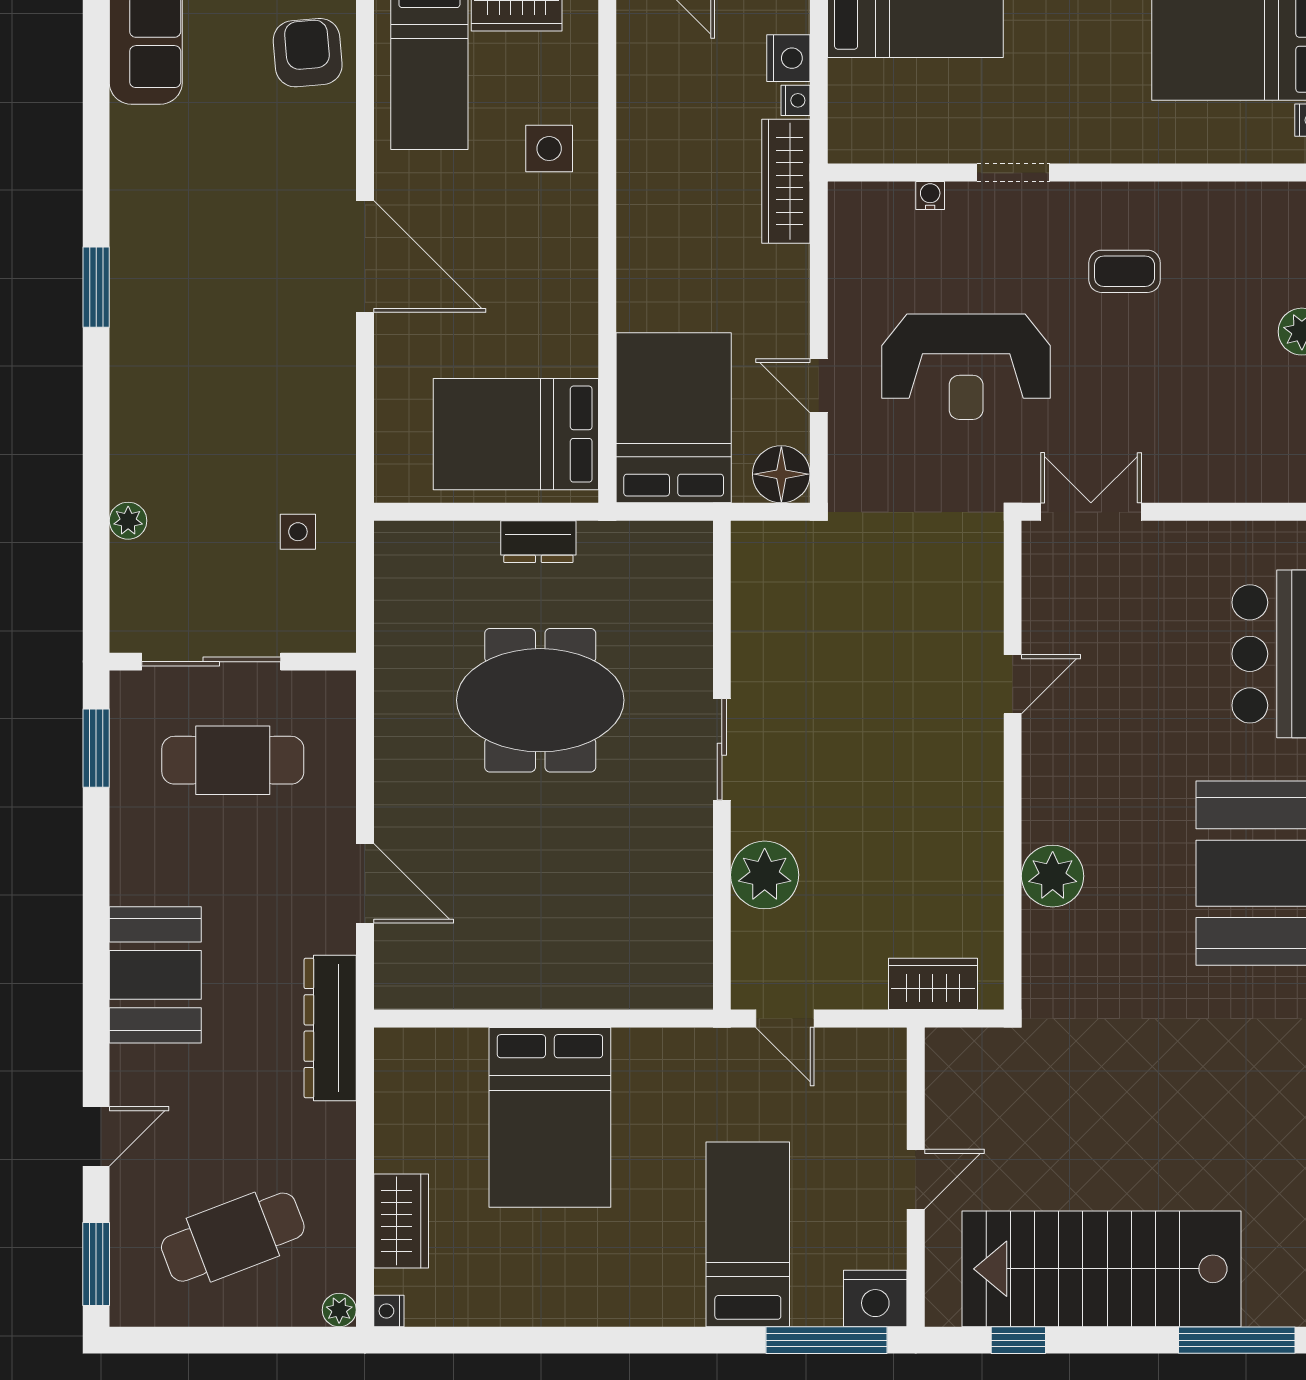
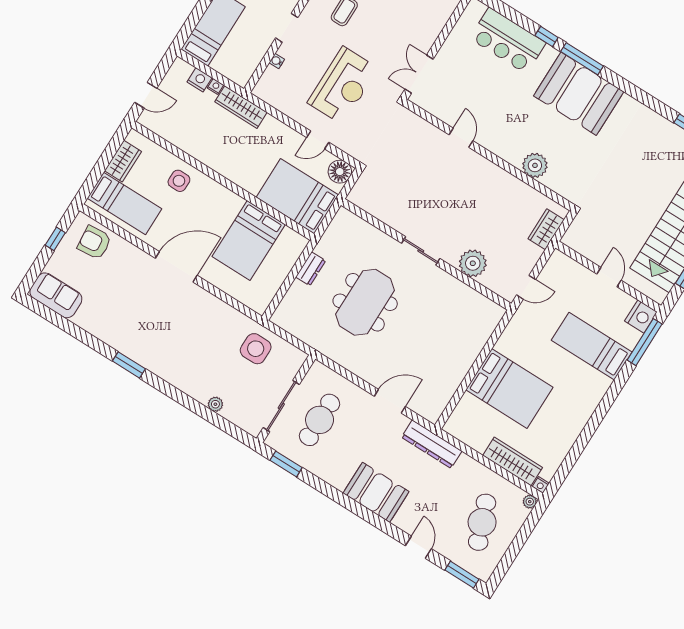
bed: (516, 434) -> (249, 240), moved
side table: (298, 532) -> (256, 349), width x1.87, depth x1.87
wardrobe: (401, 1221) -> (513, 461), width x1.50

